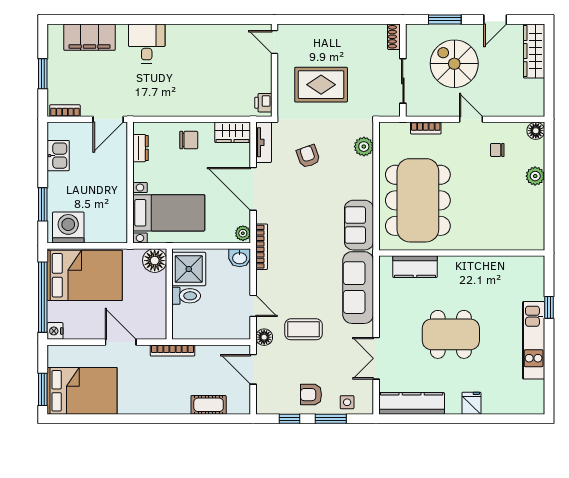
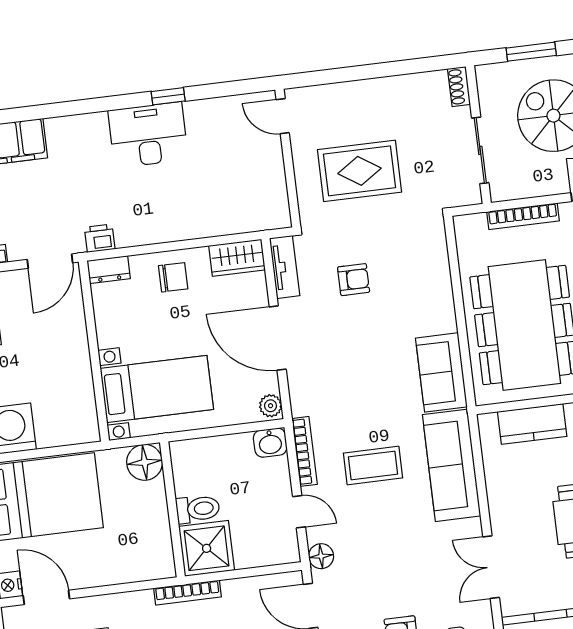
window: (200, 19) -> (168, 96), added
desk: (147, 44) -> (148, 135), moved, width x1.37
printer: (263, 103) -> (100, 238), moved, turned 90
bookcase: (426, 128) -> (523, 216), width x1.56
plant: (364, 147) -> (434, 255), removed
dresser: (140, 148) -> (109, 270), moved, turned 90
armchair: (308, 156) -> (354, 280), turned 109
bookcase: (262, 247) -> (304, 451), moved
shower: (189, 269) -> (207, 548), moved
coffee table: (304, 329) -> (373, 466), moved
door: (121, 342) -> (46, 597), moved

